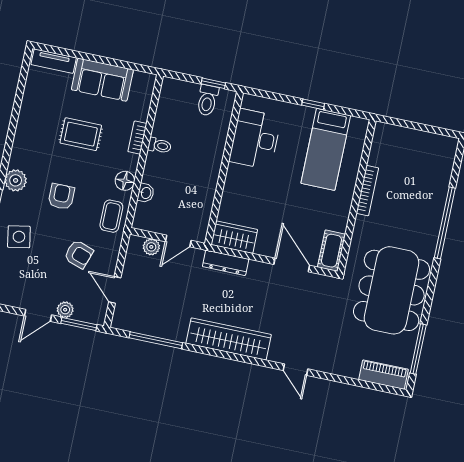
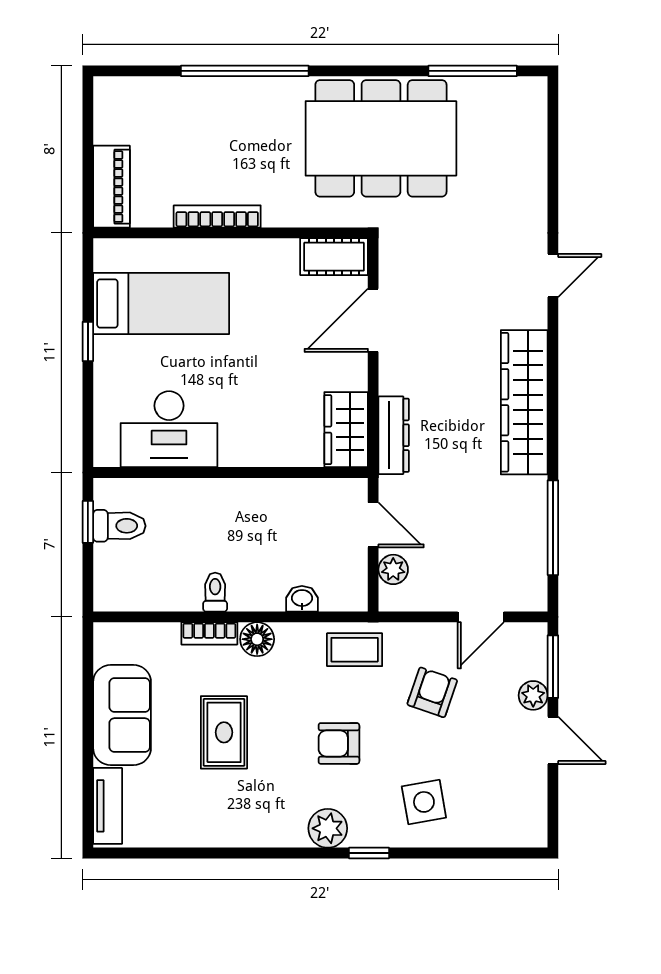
floor lamp: (125, 181) -> (257, 639), moved
piano: (384, 375) -> (111, 187), moved, turned 180

